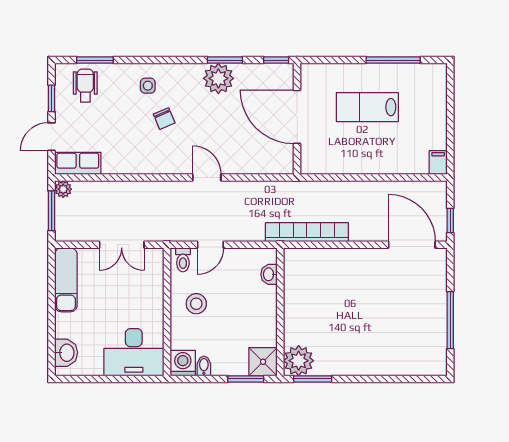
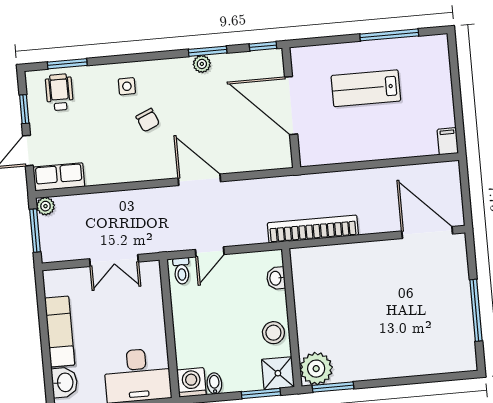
plant: (218, 78) -> (202, 64), width x0.53, depth x0.53
door: (207, 178) -> (199, 180), width x1.38
window: (450, 220) -> (466, 203), removed
exam couch: (66, 280) -> (60, 332), moved
stool: (196, 304) -> (273, 333), moved

